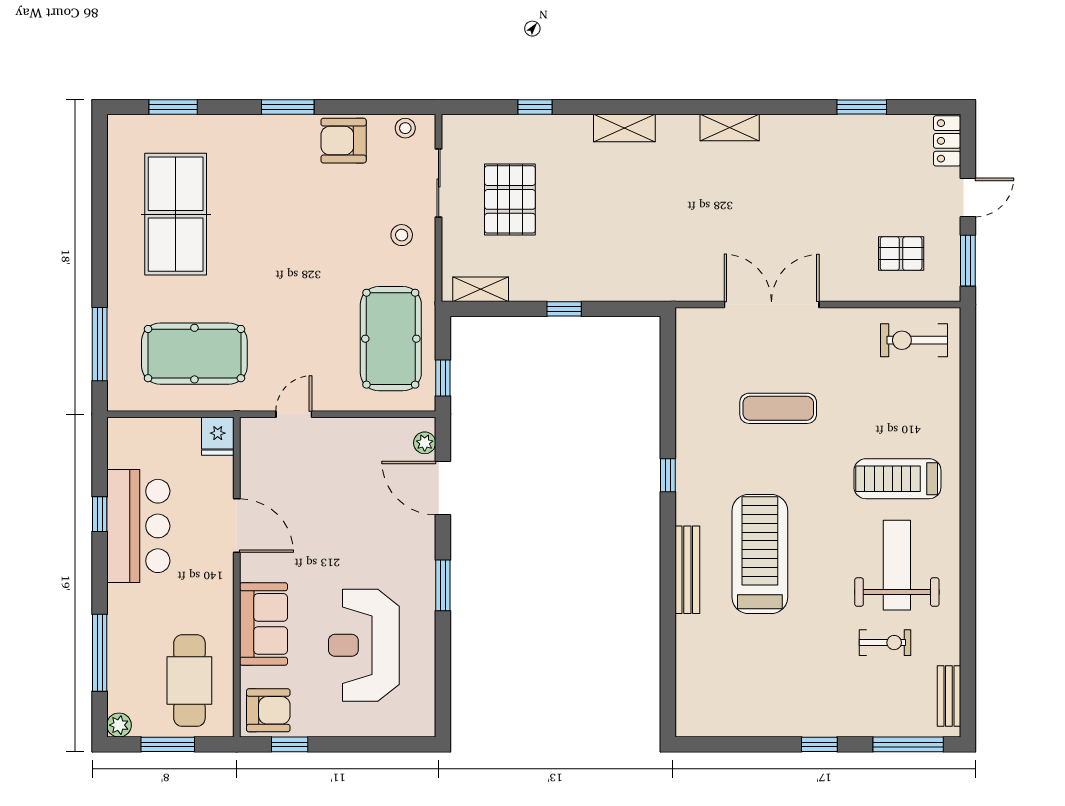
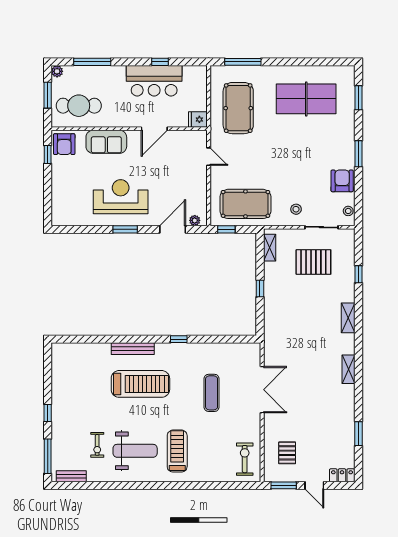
reception desk: (364, 645) -> (121, 197), moved

